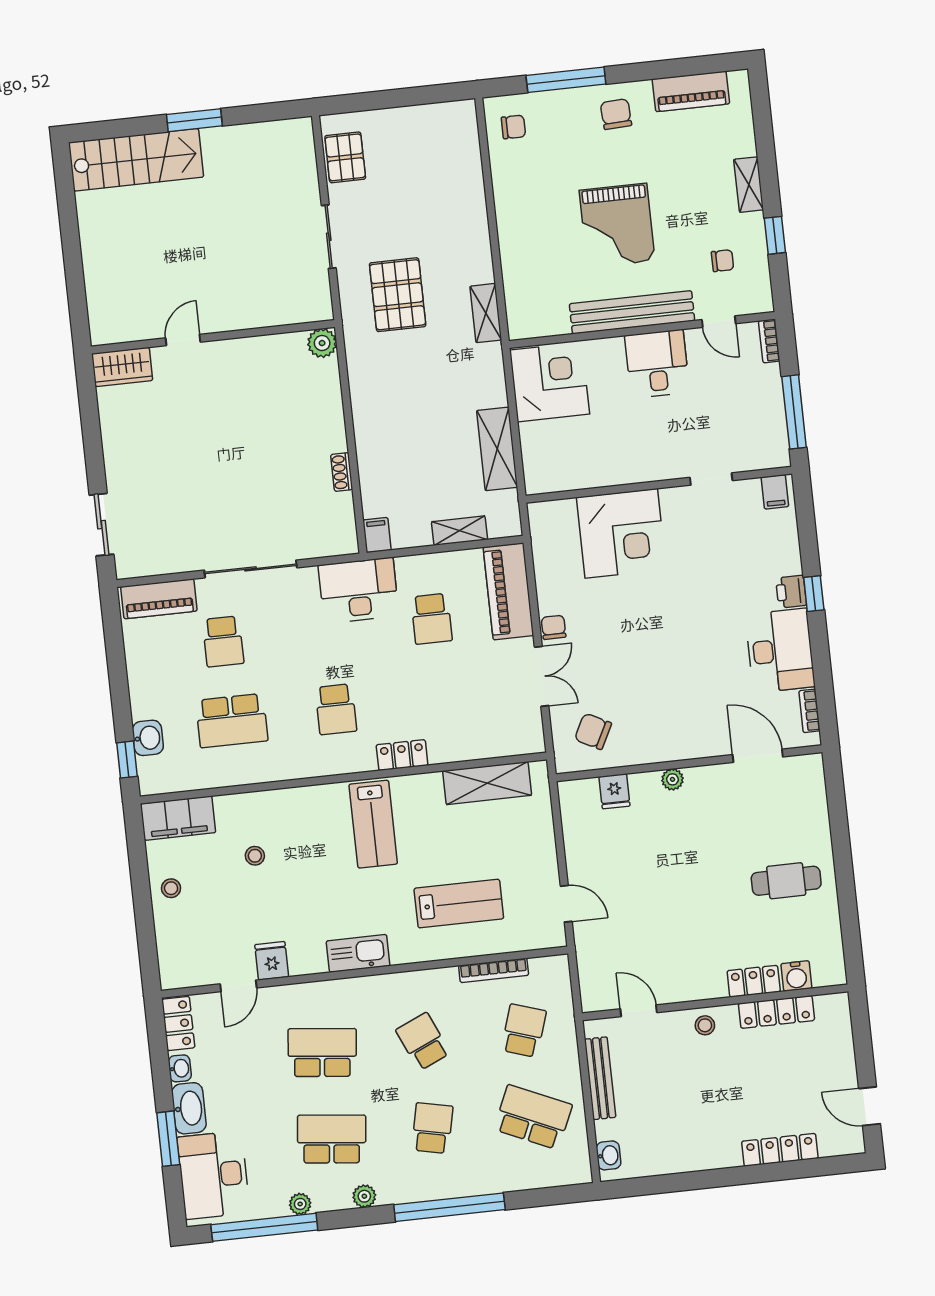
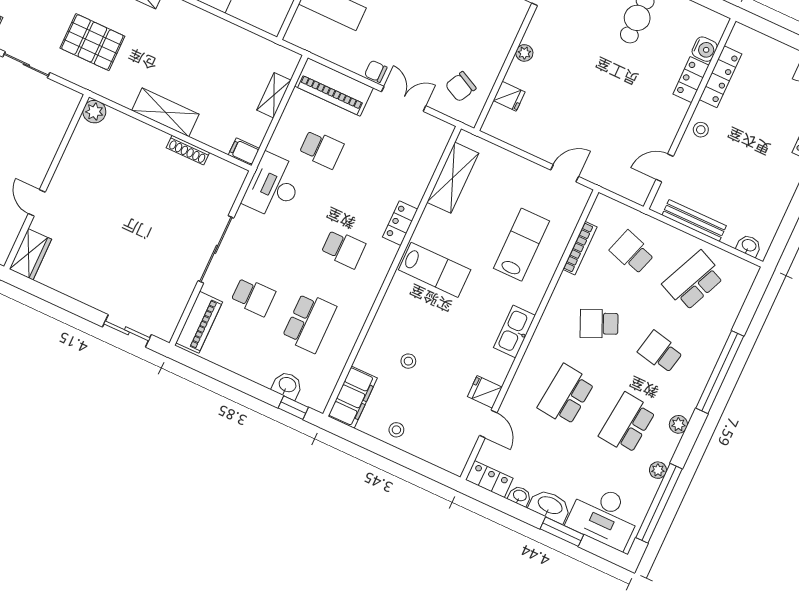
shelving: (497, 449) -> (165, 112), moved
shoe rack: (342, 472) -> (188, 150), width x1.43

